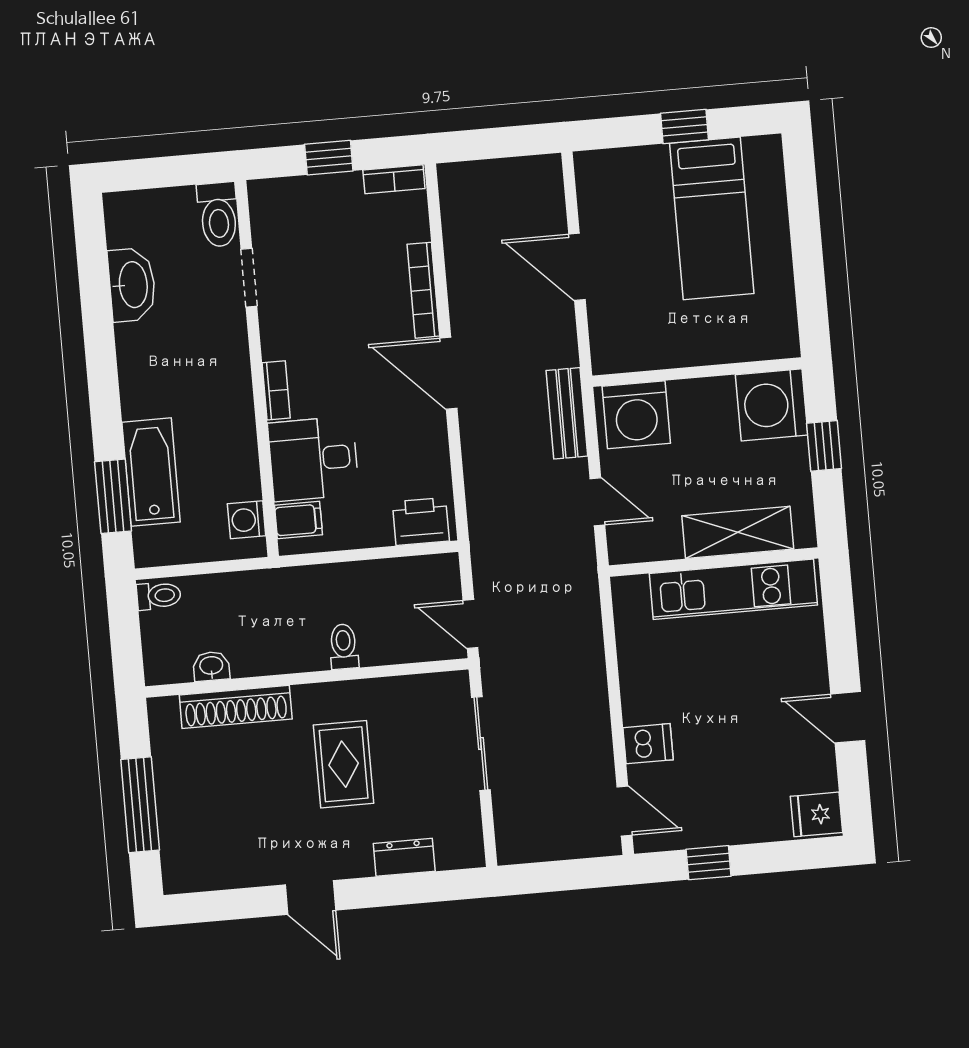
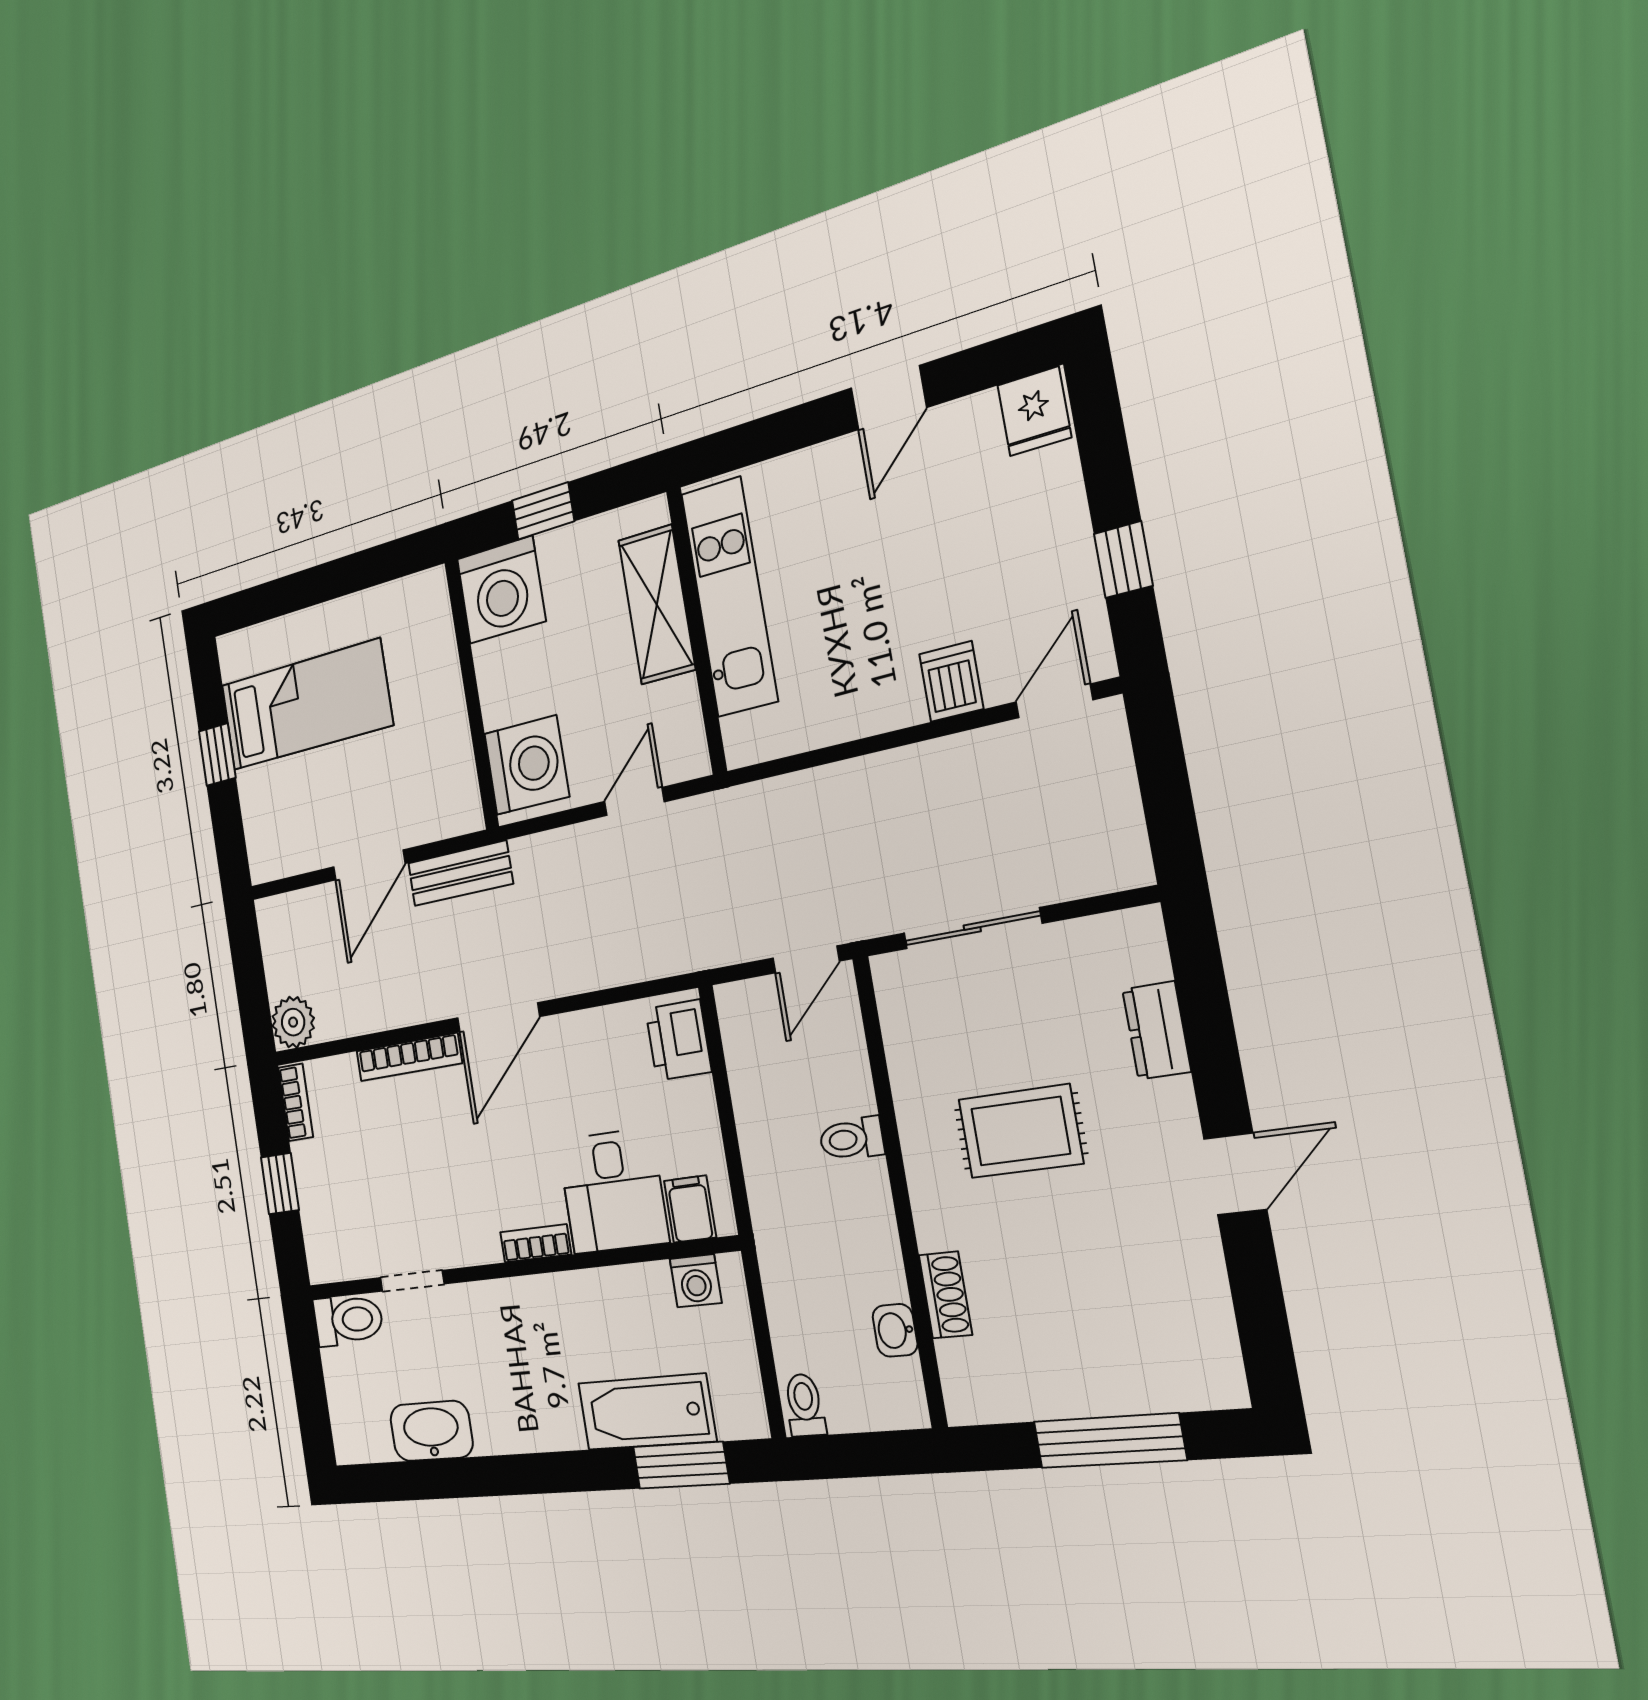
plant: (459, 183) -> (293, 1022), added
bench: (567, 413) -> (460, 873), moved
shoe rack: (236, 707) -> (945, 1295), width x0.51, depth x0.81

